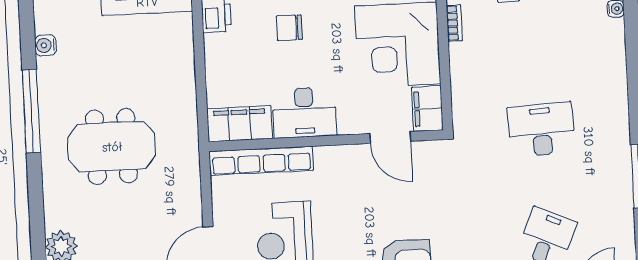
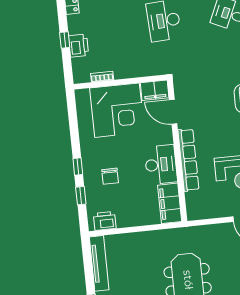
door: (390, 137) -> (173, 112), swing flipped
row of seats: (261, 161) -> (188, 160), moved

